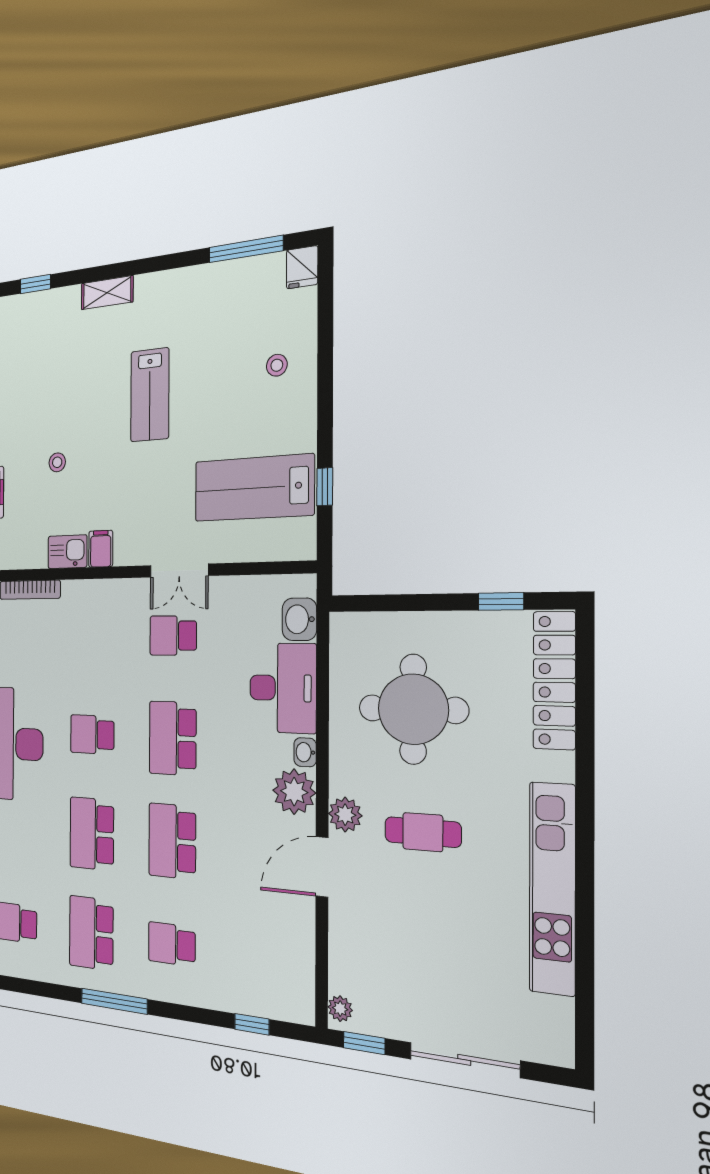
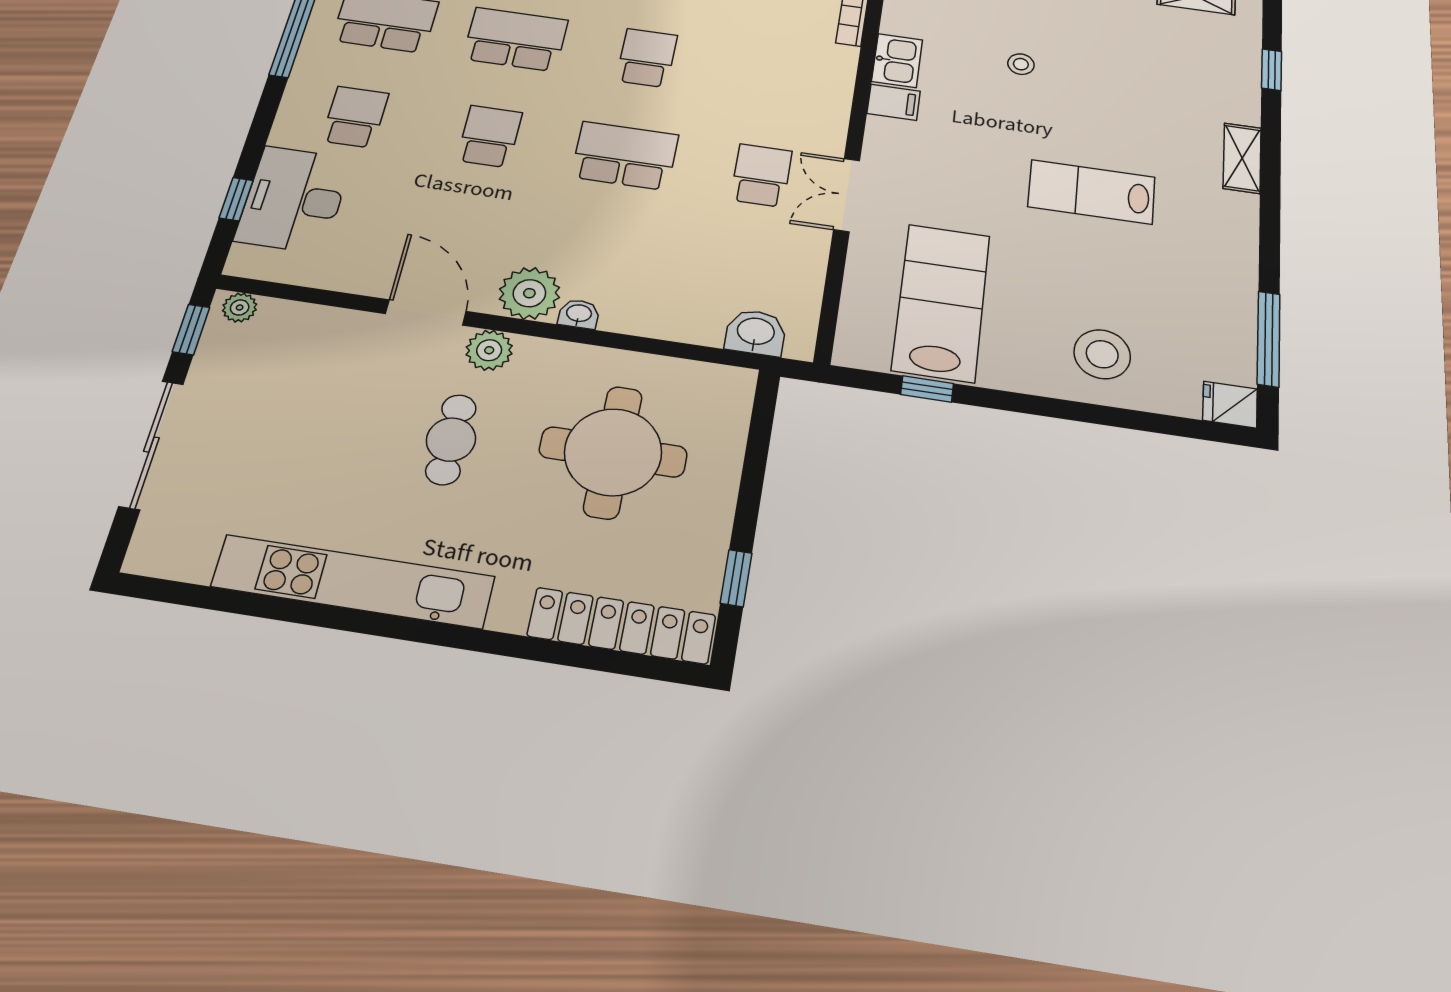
stool: (277, 365) -> (1102, 354), width x1.89, depth x1.89
desk: (283, 688) -> (294, 199), moved, turned 90
school desk: (172, 841) -> (489, 136), width x0.54

